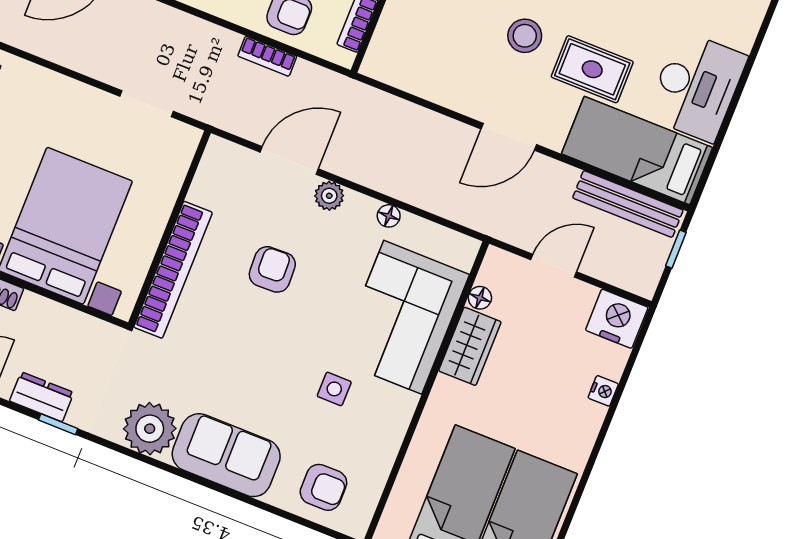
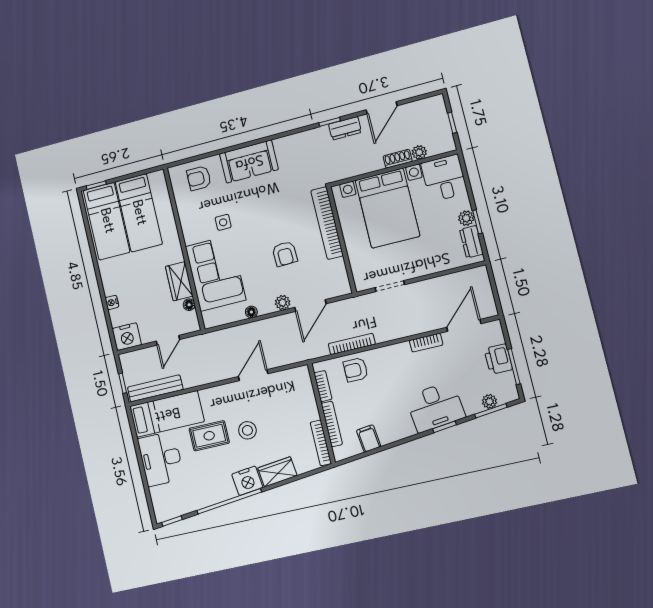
bookcase: (267, 56) -> (352, 344), width x1.56
door: (509, 137) -> (253, 375), moved
plant: (150, 429) -> (289, 149), removed

